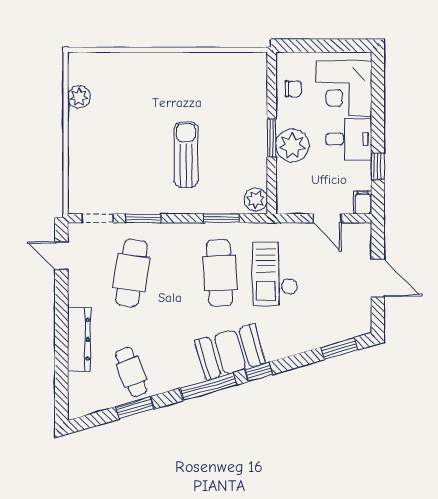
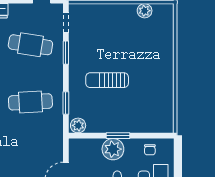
sun lounger: (186, 155) -> (107, 80), turned 180
checkout: (275, 274) -> (30, 138), removed

